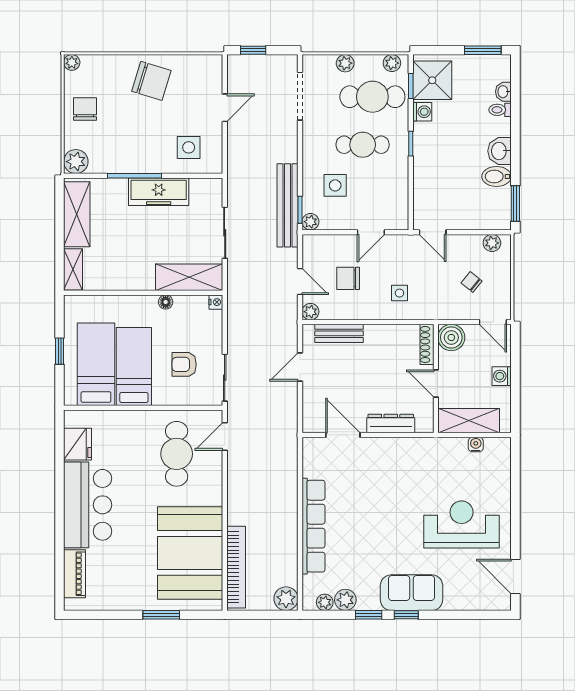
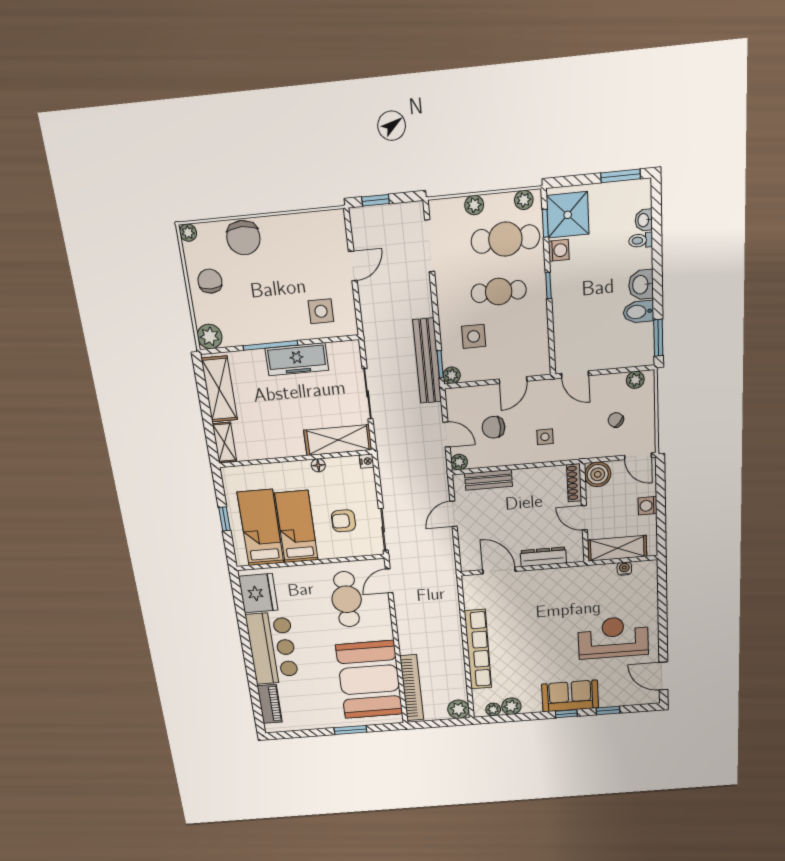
chair: (151, 81) -> (243, 238), moved, turned 73
fridge: (78, 444) -> (258, 593), width x1.36, depth x1.34
window: (369, 615) -> (608, 711), moved

